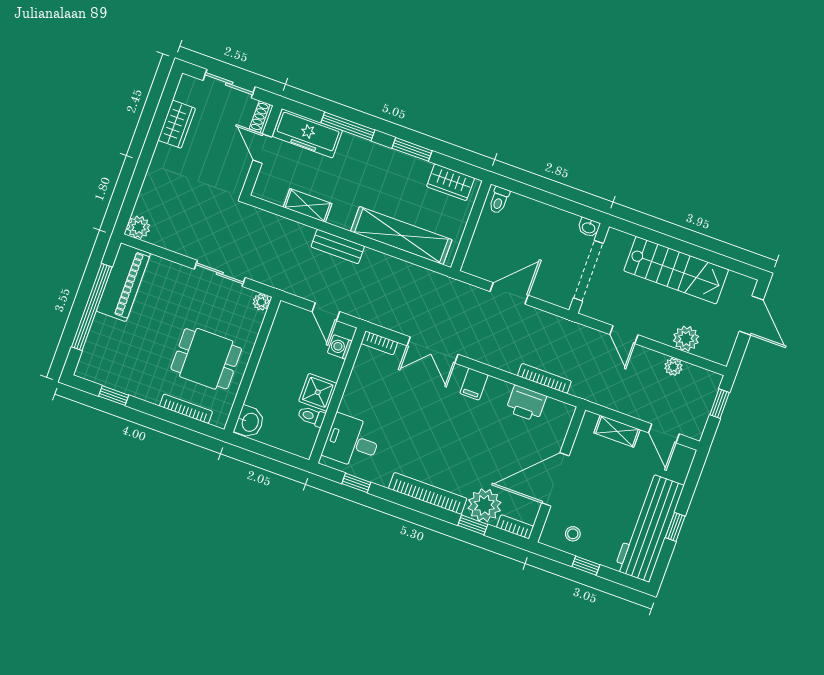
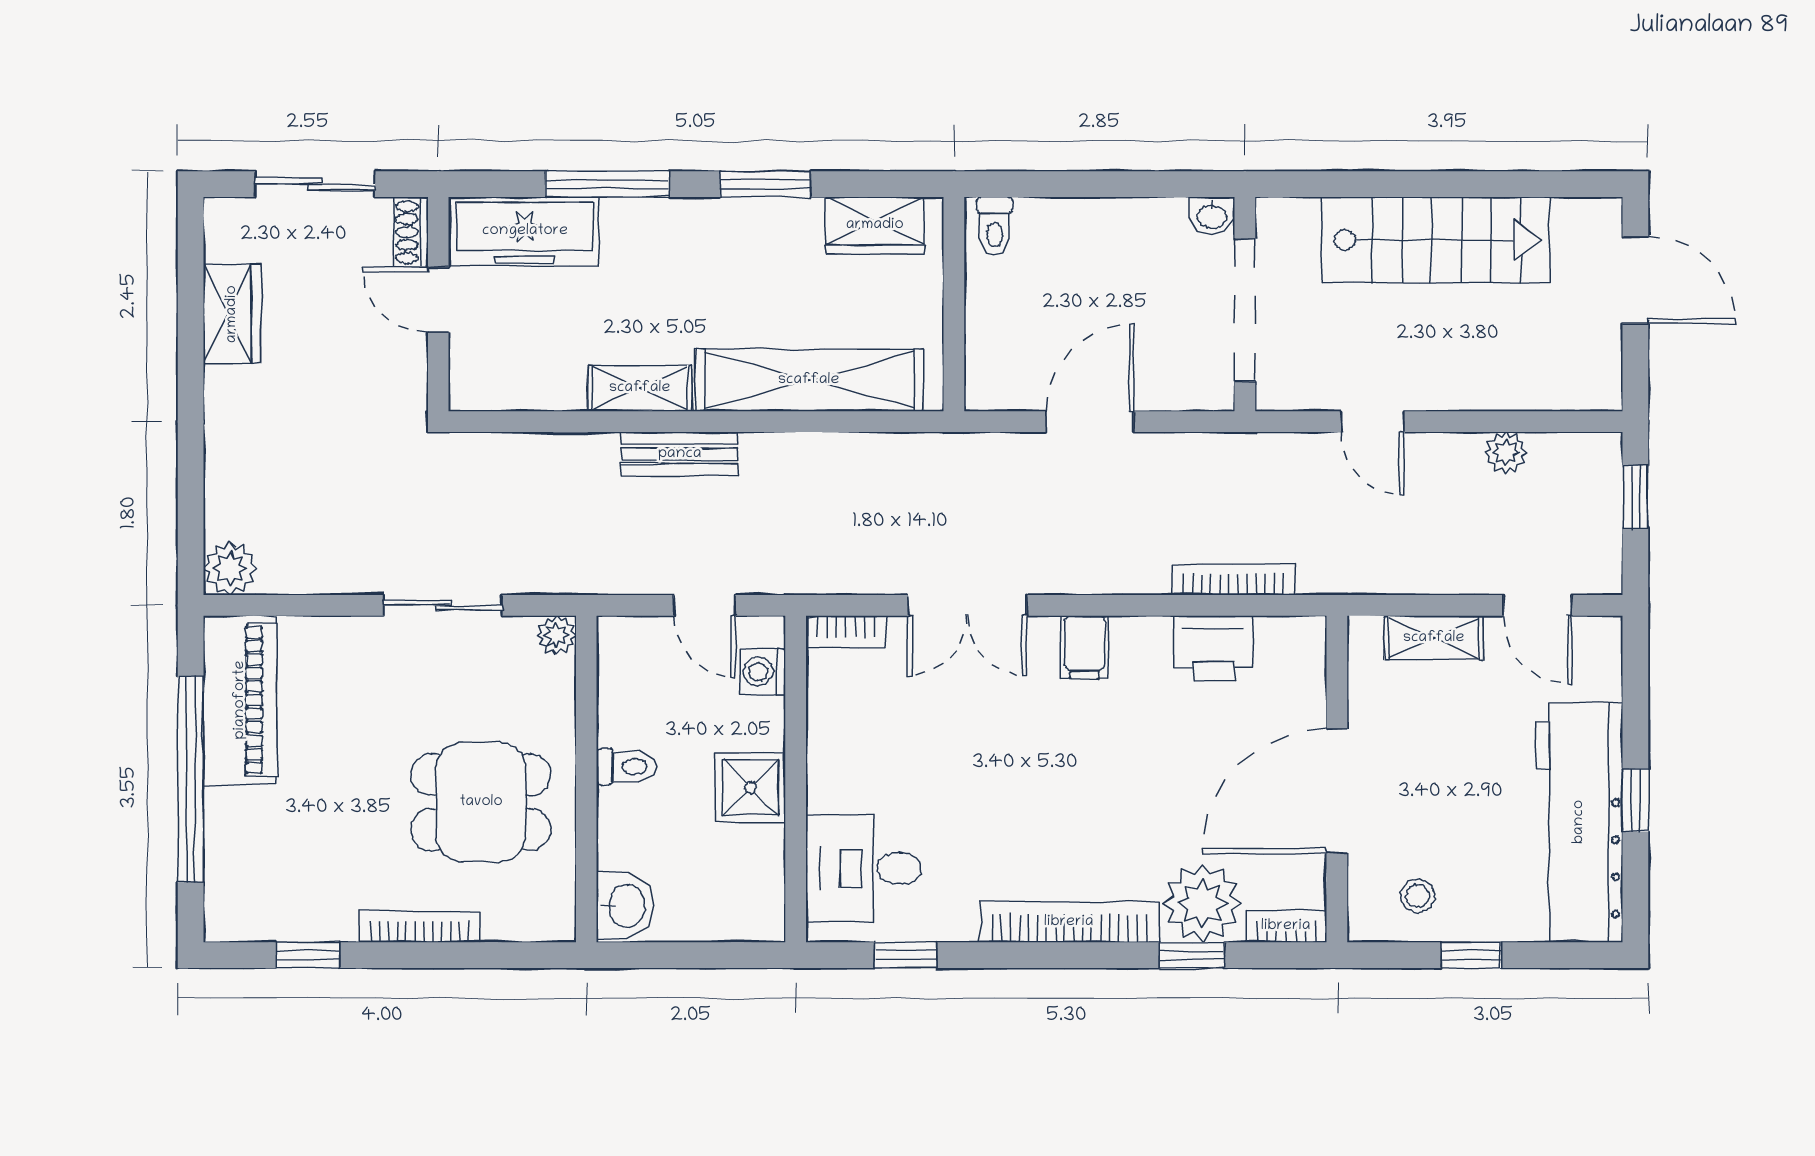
shelving: (308, 205) -> (640, 388), moved
plant: (686, 339) -> (1511, 381), removed
bookcase: (186, 409) -> (420, 927), moved
toilet: (311, 416) -> (626, 767), moved, turned 180

